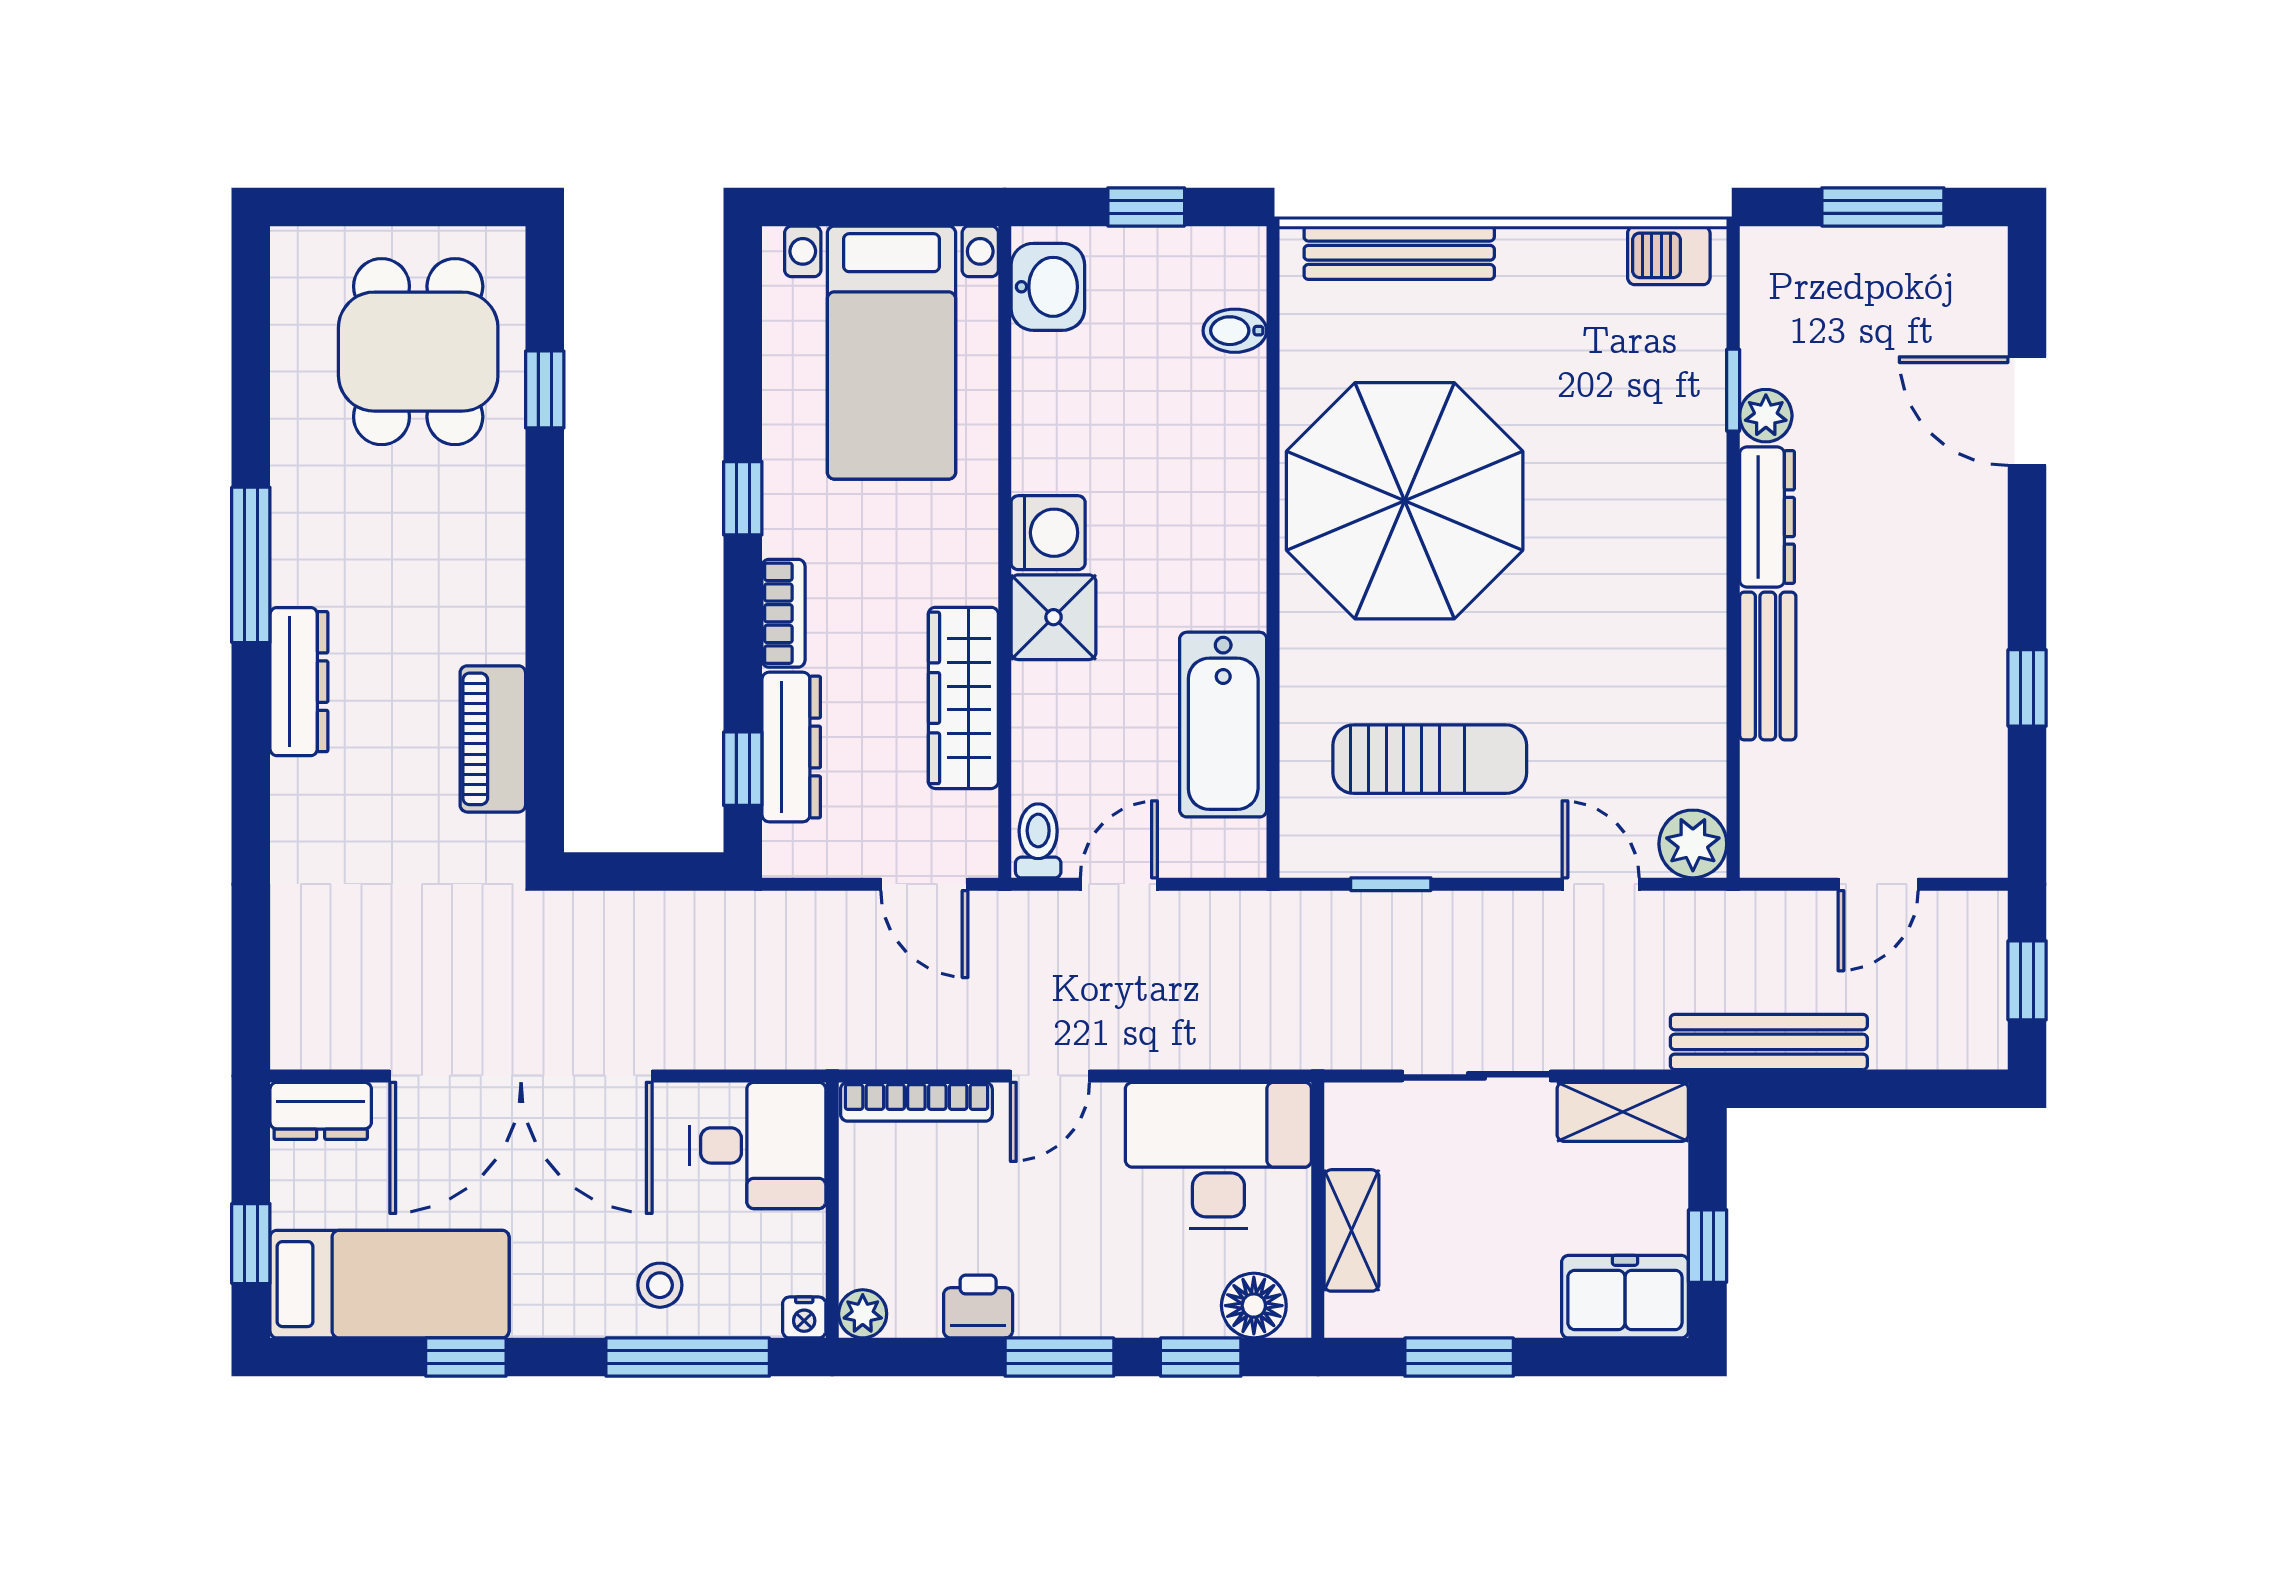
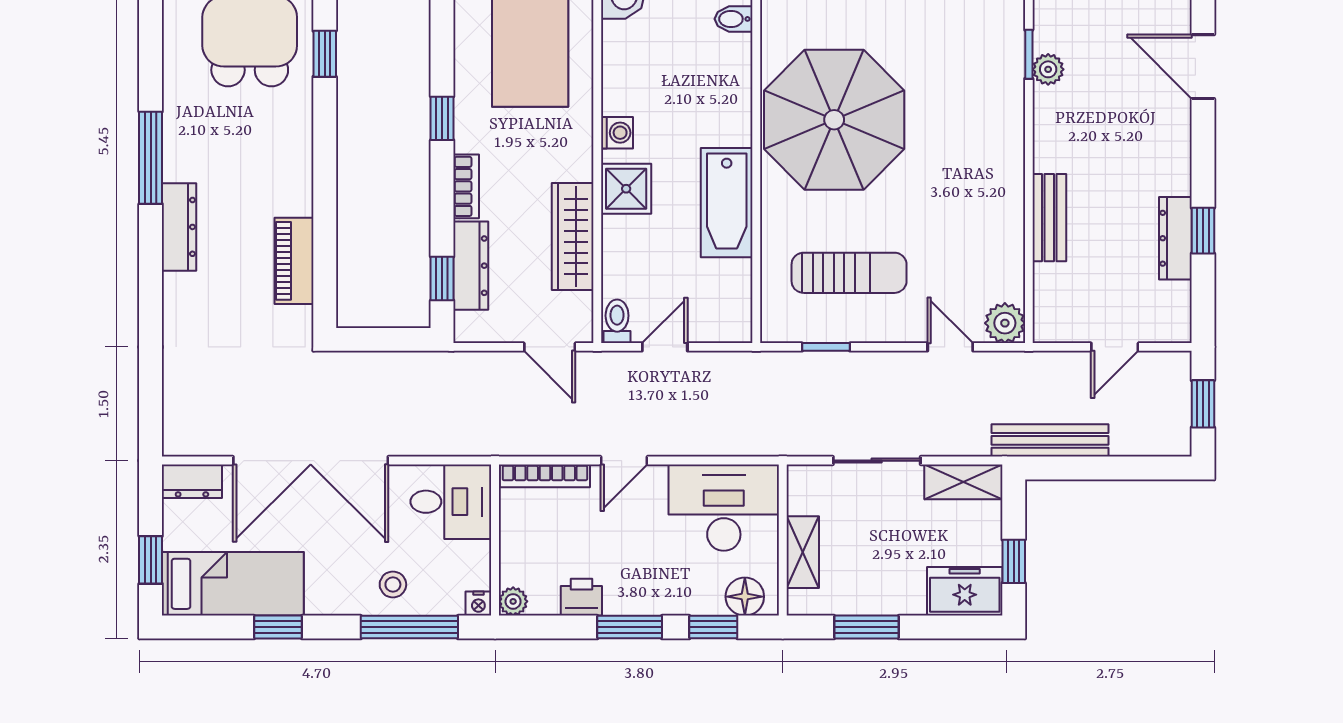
dresser: (1767, 517) -> (1175, 238), moved, turned 180
washing machine: (1048, 533) -> (617, 133), width x0.73, depth x0.73
bathtub: (1223, 725) -> (727, 203), moved

